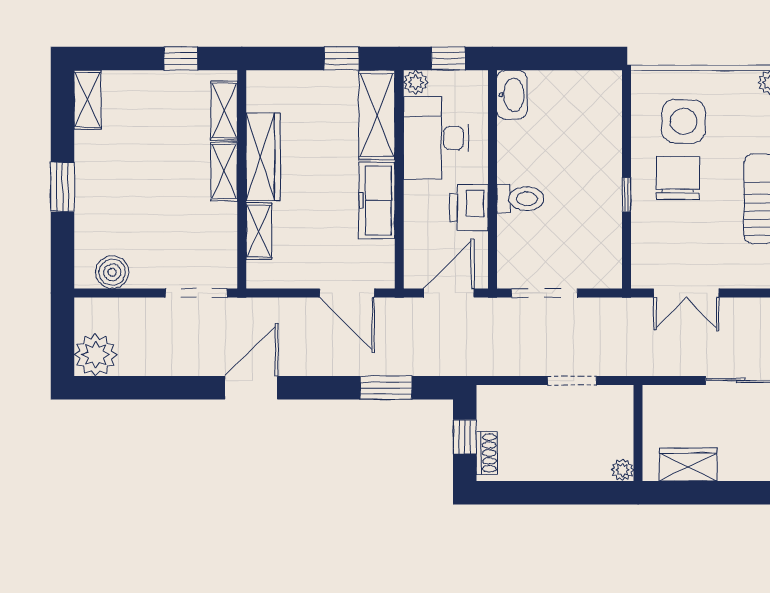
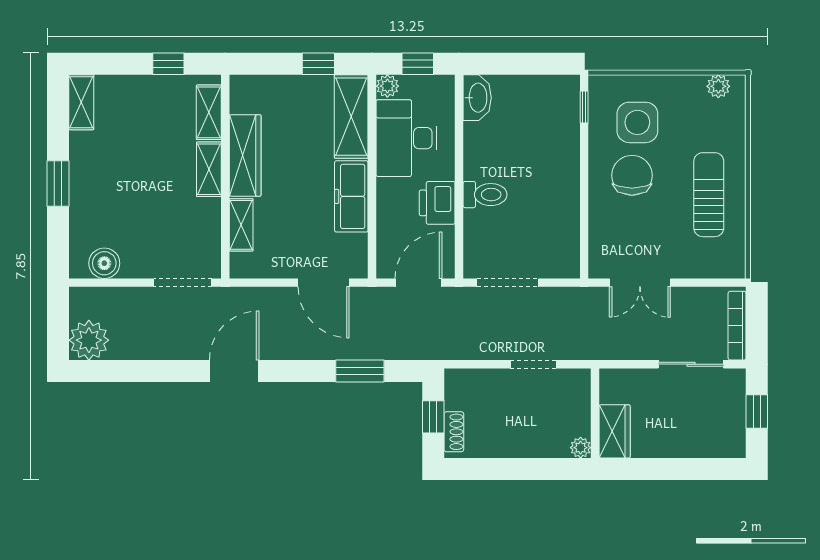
window: (626, 195) -> (584, 107), moved
wardrobe: (688, 464) -> (615, 431), moved, turned 90

